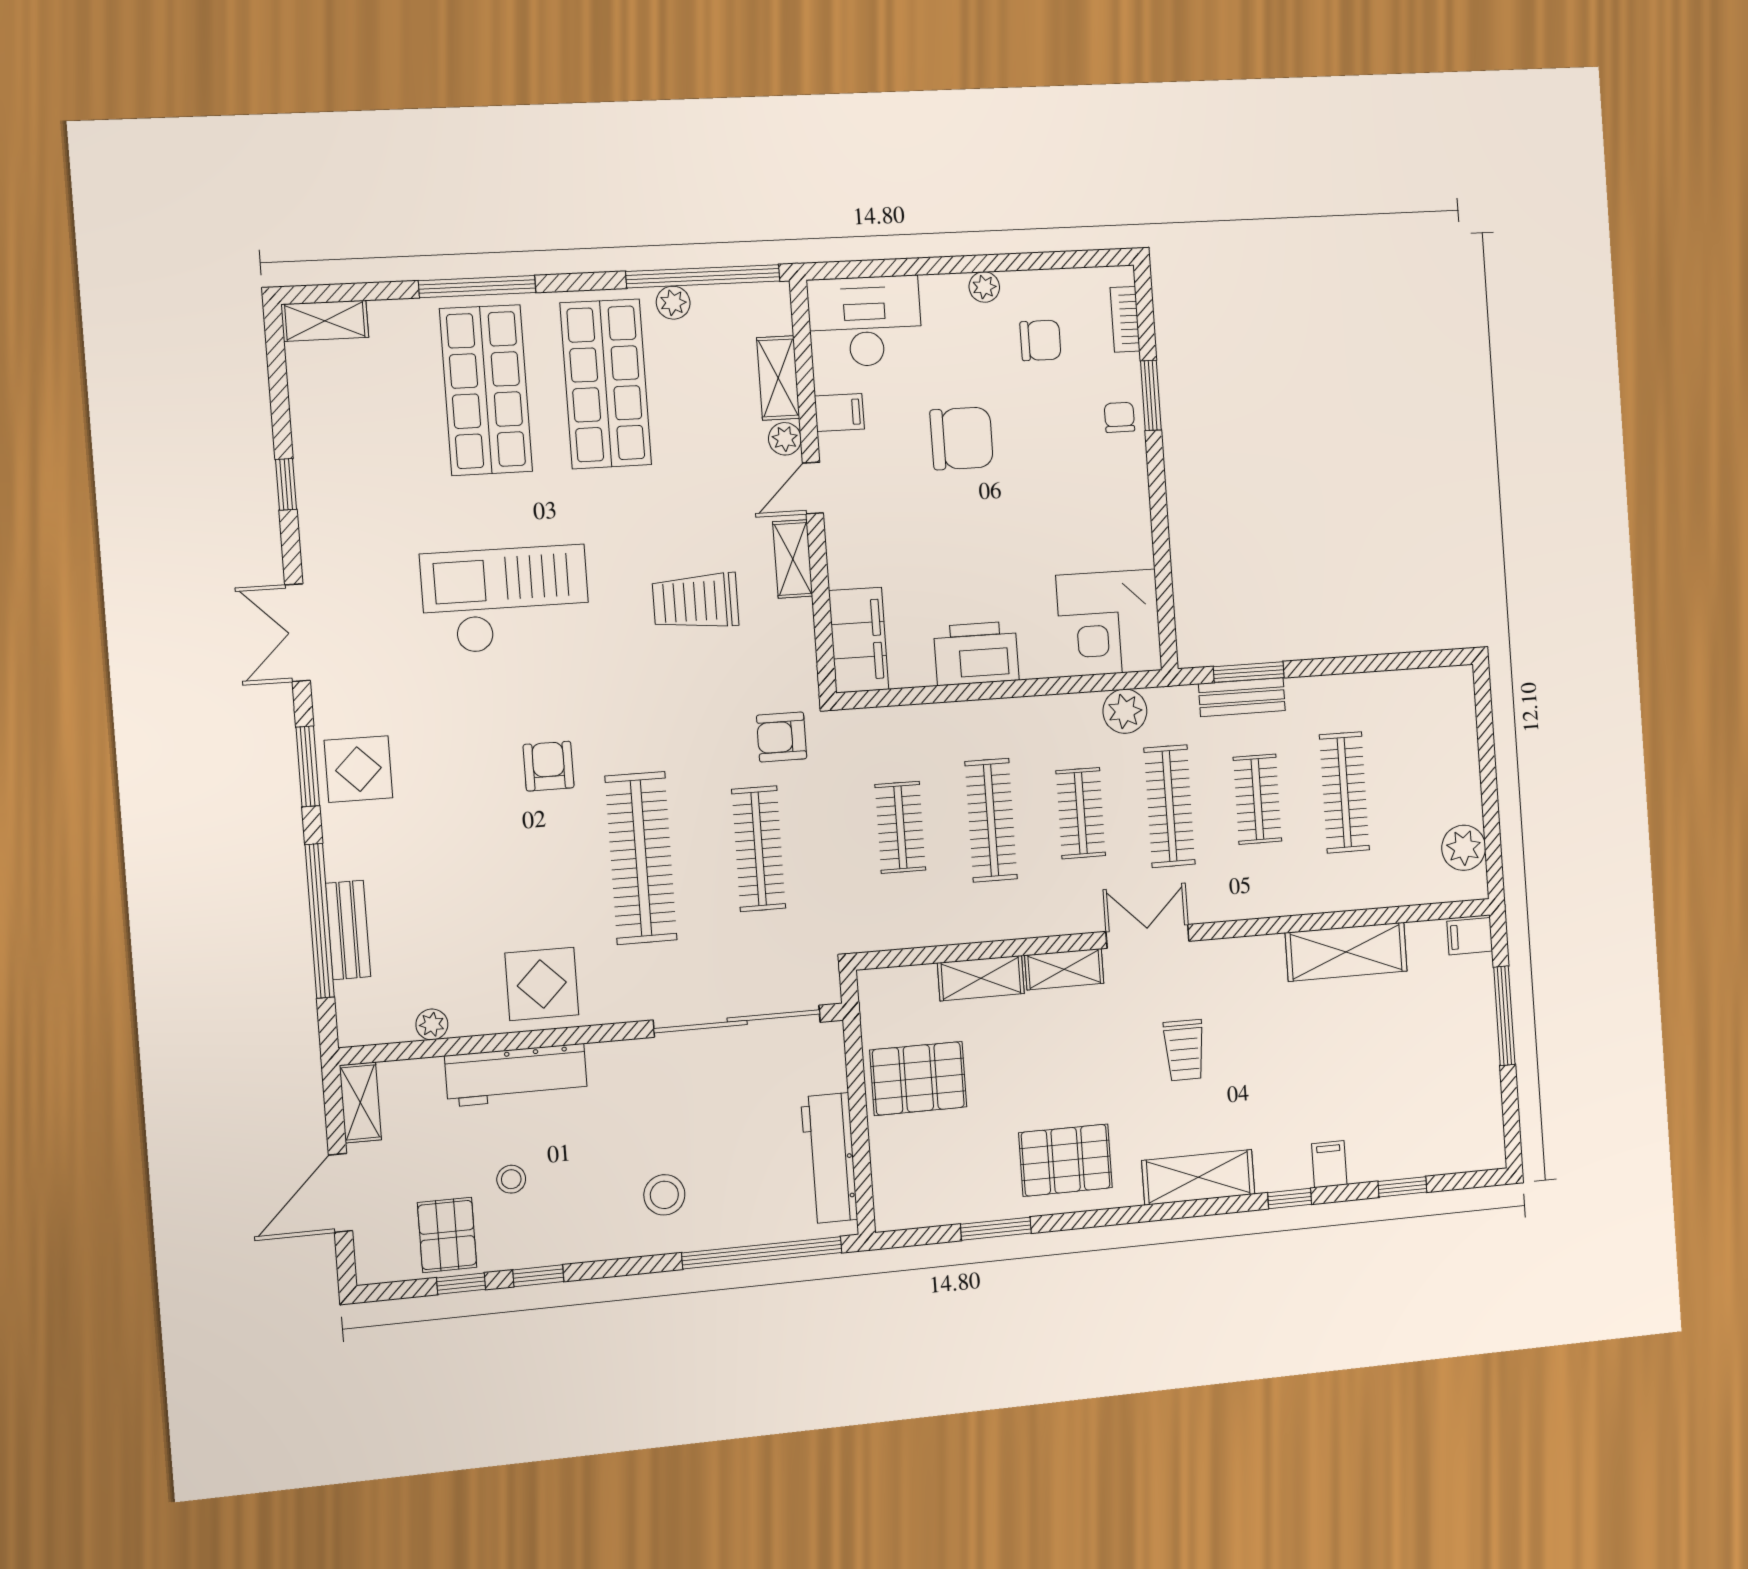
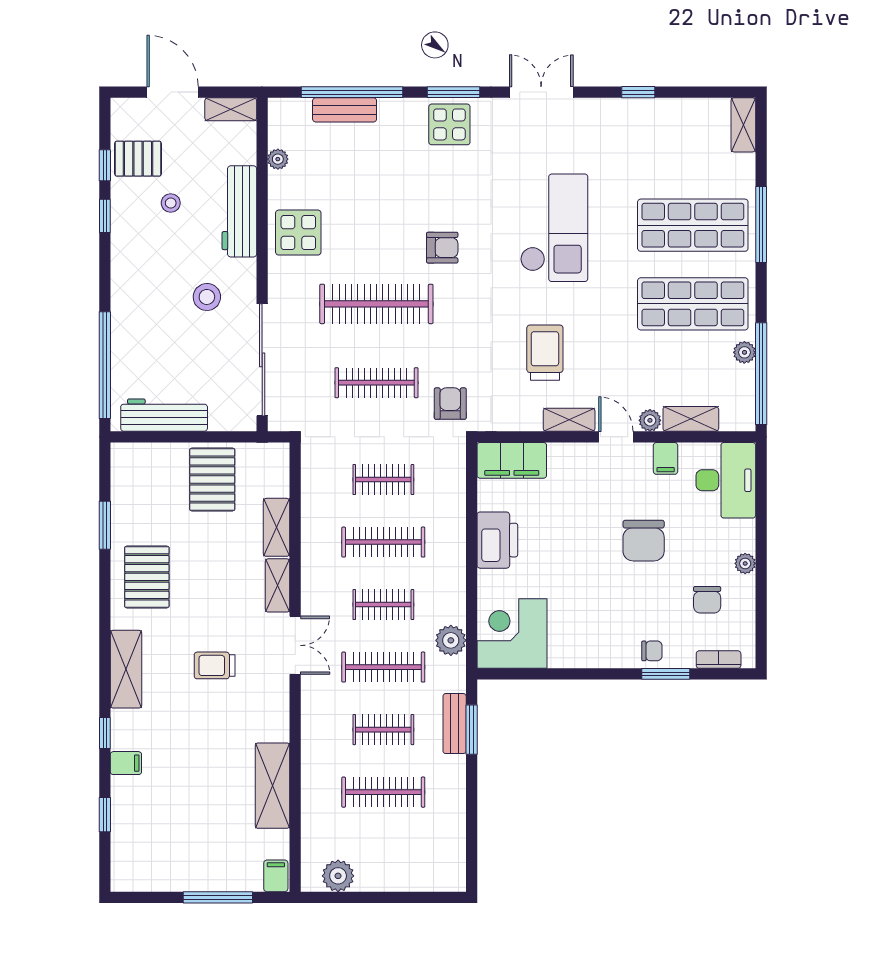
stool: (664, 1195) -> (207, 297), moved

